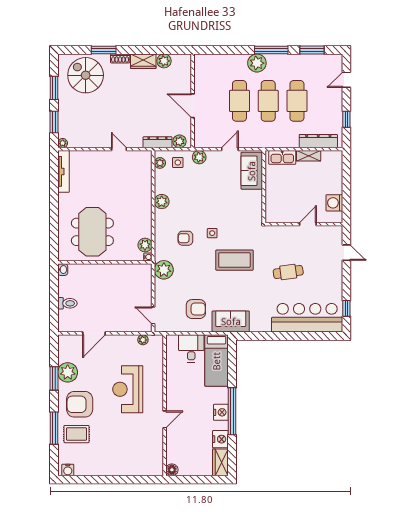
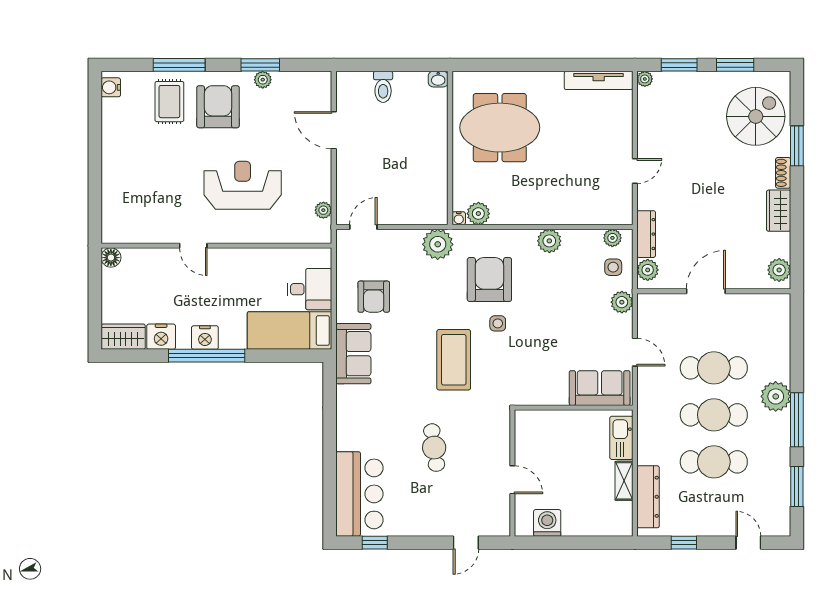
plant: (164, 61) -> (779, 270), moved
armchair: (185, 238) -> (489, 280), width x1.88, depth x1.88
bar counter: (307, 318) -> (359, 494), width x0.73
plant: (68, 372) -> (263, 80), width x0.53, depth x0.53

